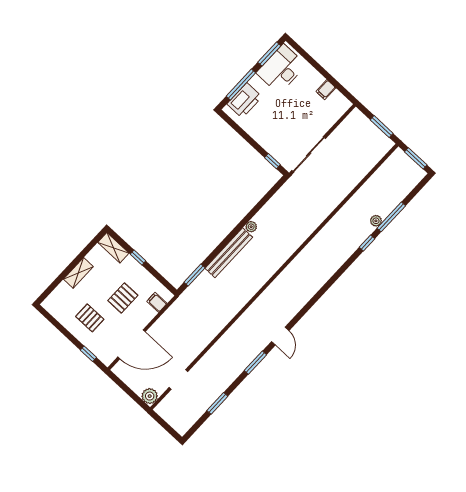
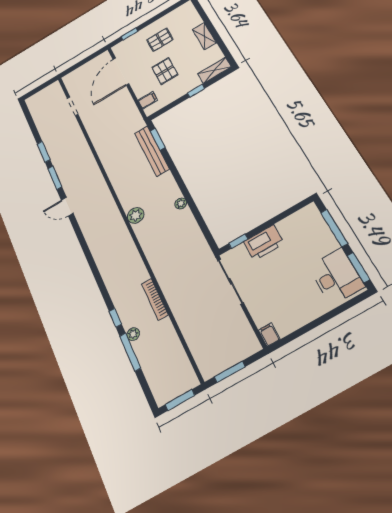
filing cabinet: (326, 90) -> (269, 335), moved
printer: (245, 100) -> (264, 243), moved, turned -90
bookcase: (342, 214) -> (155, 299), added
bench: (229, 253) -> (152, 151), moved
plant: (150, 396) -> (136, 215), moved
window: (217, 403) -> (44, 152), moved

